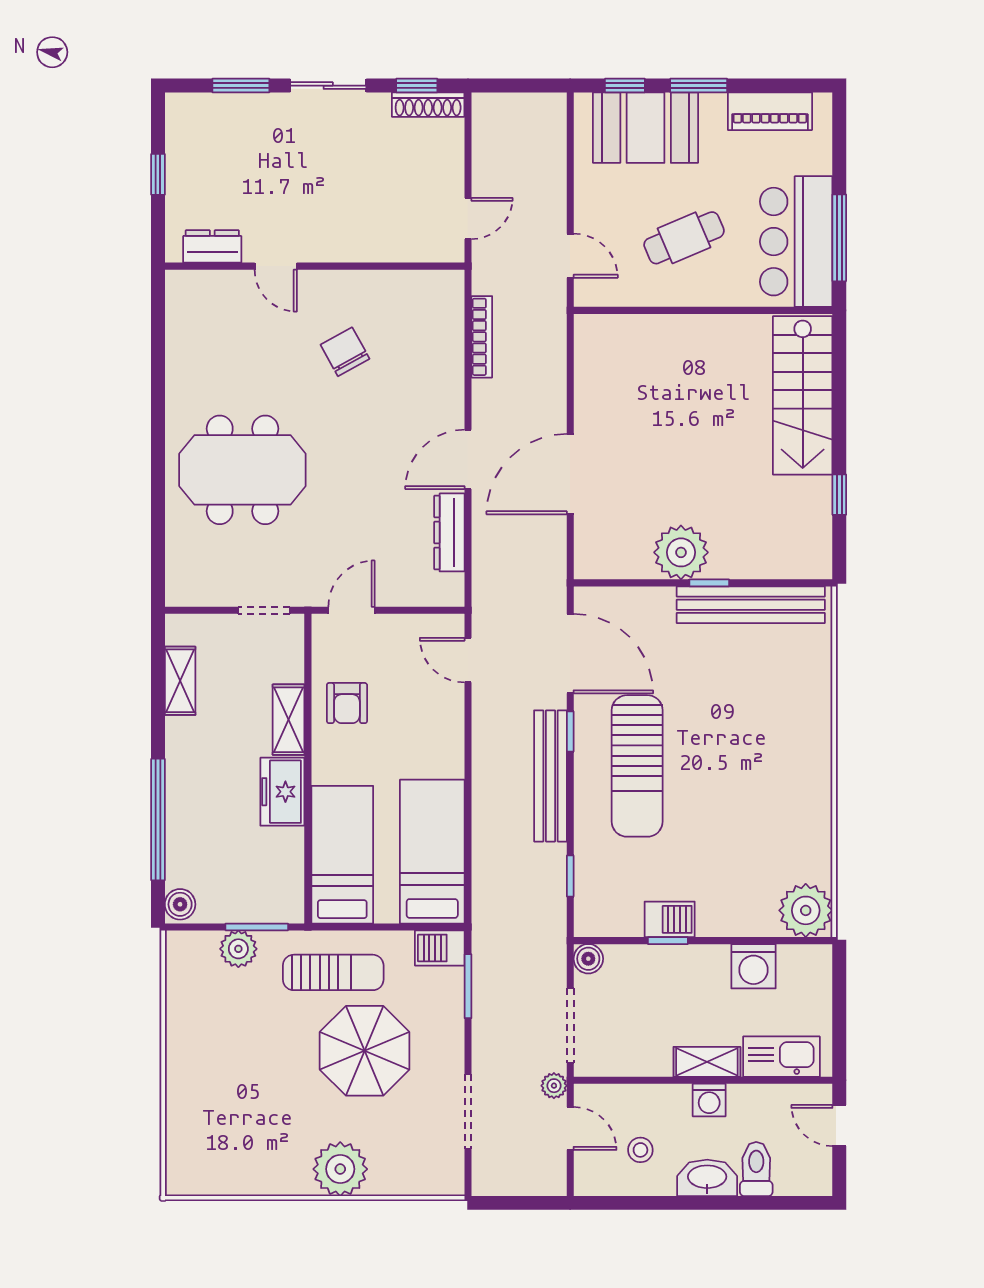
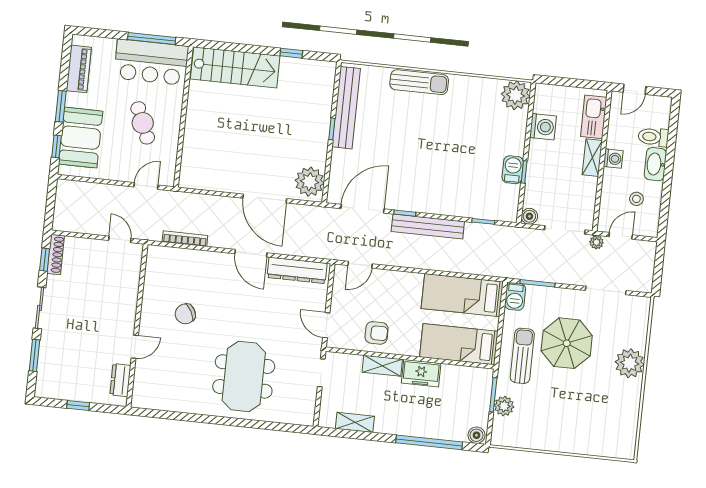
dresser: (449, 532) -> (297, 270), width x1.37, depth x1.24
plant: (681, 552) -> (310, 182), moved
sun lounger: (637, 766) -> (419, 82), moved, width x0.73, depth x0.75

